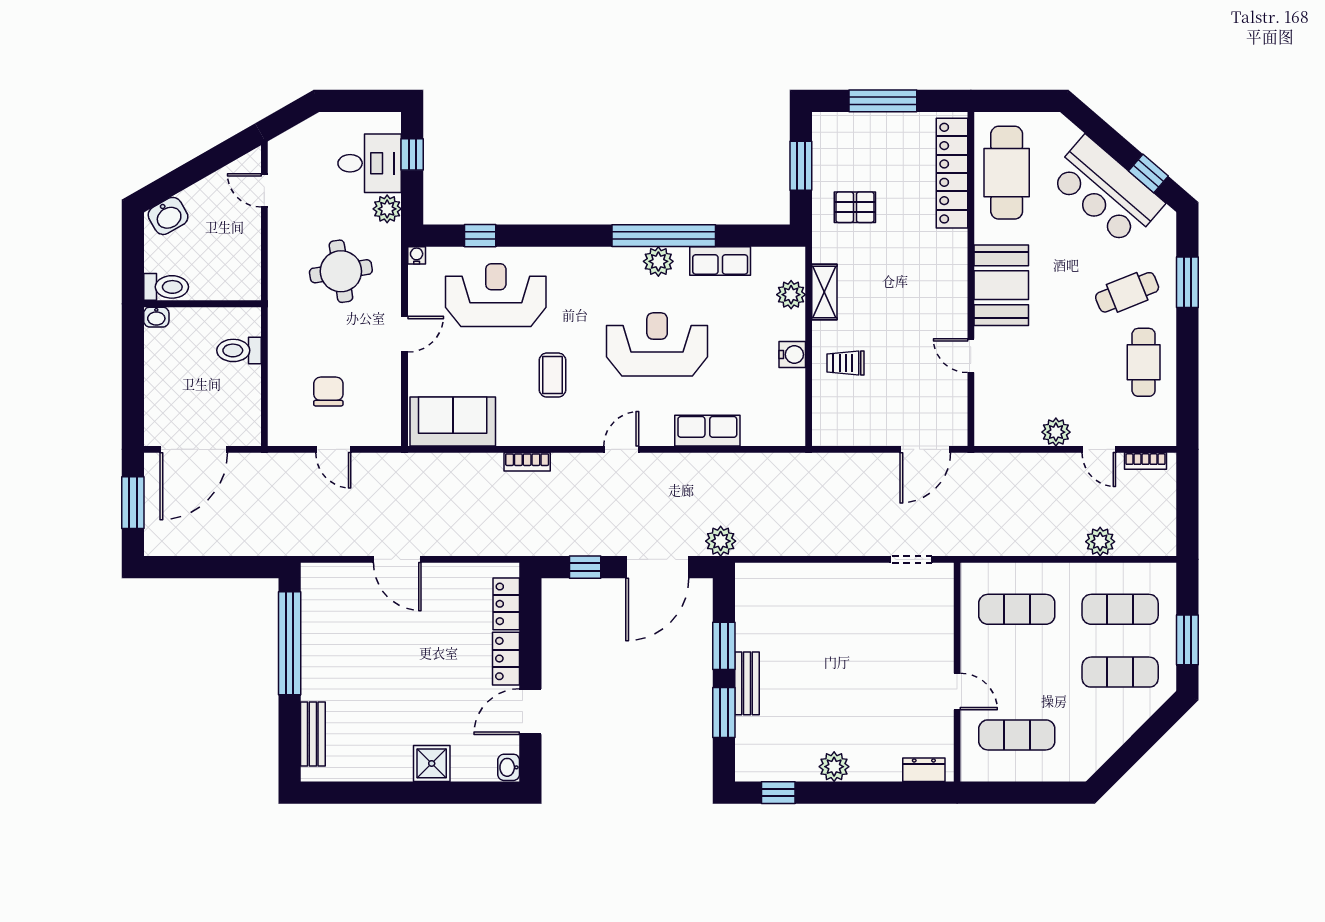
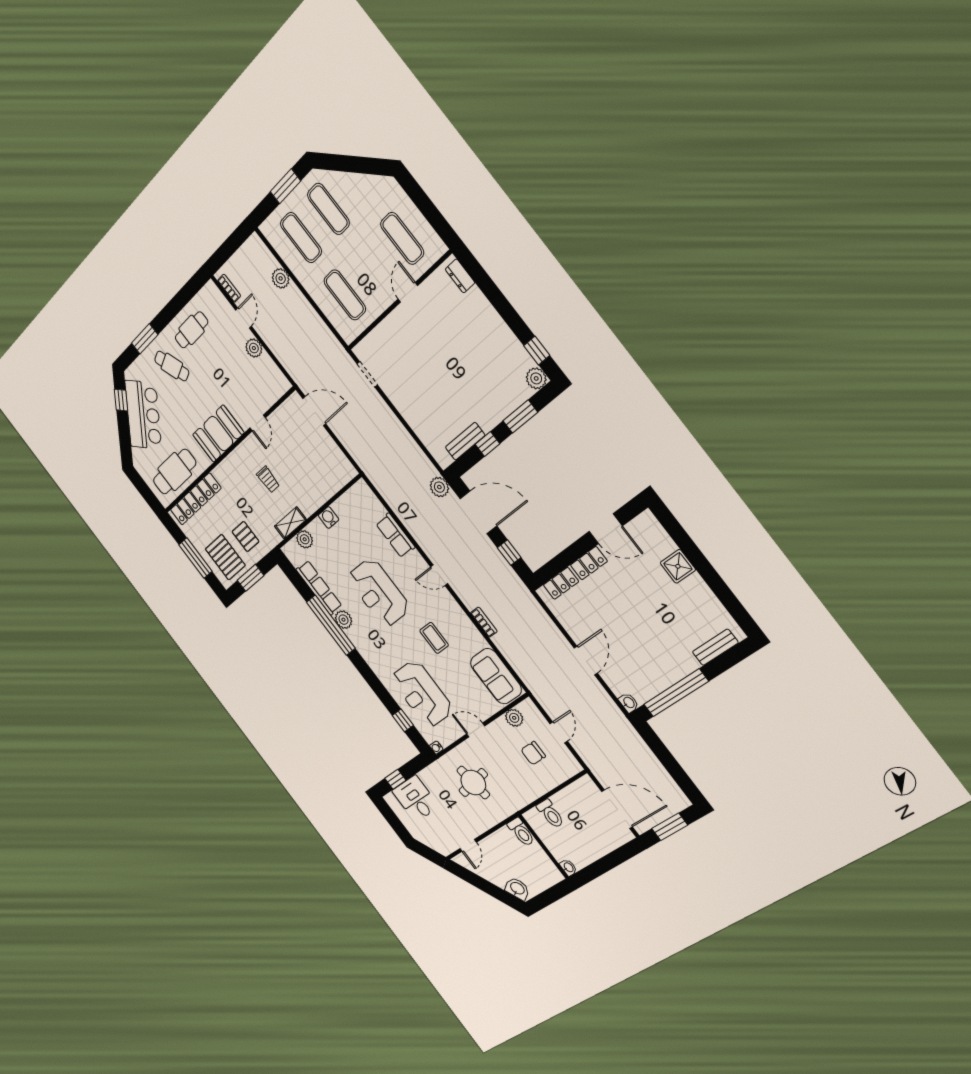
pallet: (852, 150) -> (225, 557), added
plant: (387, 209) -> (514, 718), moved
row of seats: (720, 261) -> (319, 588), width x1.48
toilet: (166, 287) -> (521, 832), moved, turned 180
trolley: (845, 363) -> (268, 479), moved
coffee table: (552, 375) -> (434, 638), turned 90
window: (724, 646) -> (487, 444), width x0.67
bench: (747, 683) -> (465, 441), moved
washbasin: (509, 767) -> (629, 703), moved, turned -90
plant: (834, 767) -> (536, 378), moved

